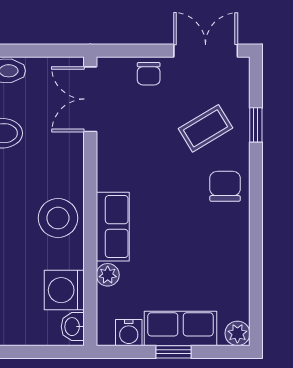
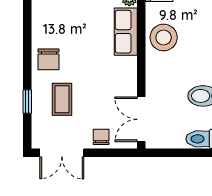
double door: (90, 99) -> (141, 119), swing flipped
coffee table: (206, 128) -> (62, 99), turned -59

